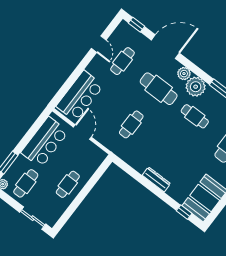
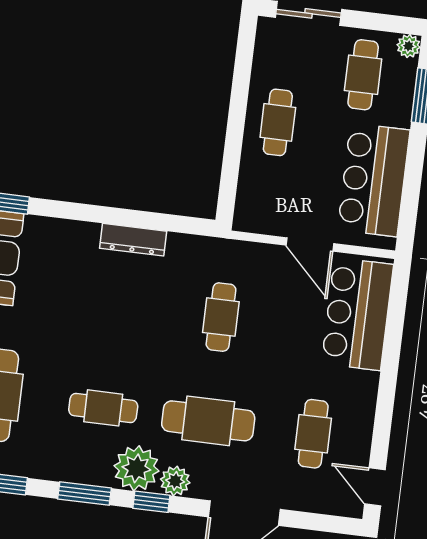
window: (137, 25) -> (151, 502), moved
door: (99, 44) -> (375, 487), moved
dresser: (156, 179) -> (133, 240), moved

